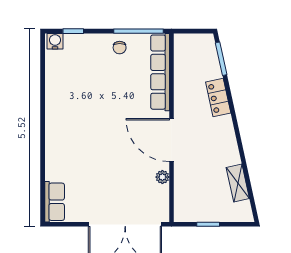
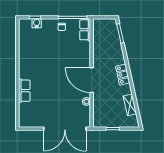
water cooler: (55, 41) -> (37, 23), moved
row of seats: (160, 72) -> (85, 30), width x0.50
locker: (218, 97) -> (123, 75), moved
row of seats: (55, 202) -> (24, 91), moved

